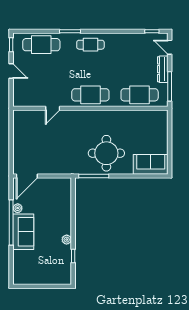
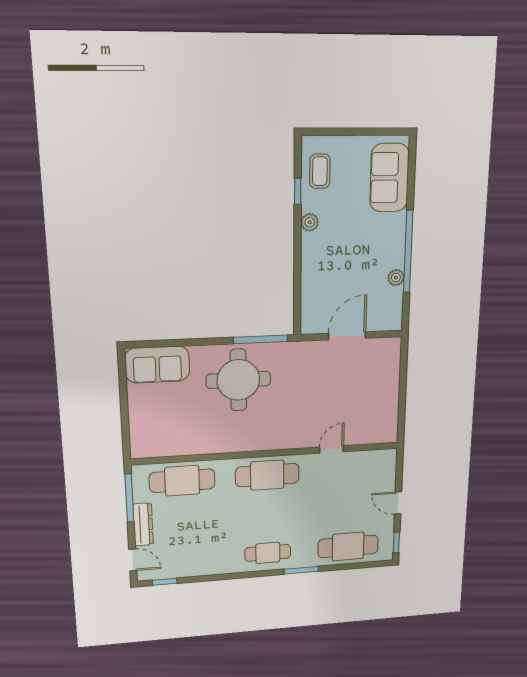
door: (27, 176) -> (347, 336), moved
sofa: (23, 232) -> (389, 178), moved
coffee table: (61, 266) -> (320, 171), added

